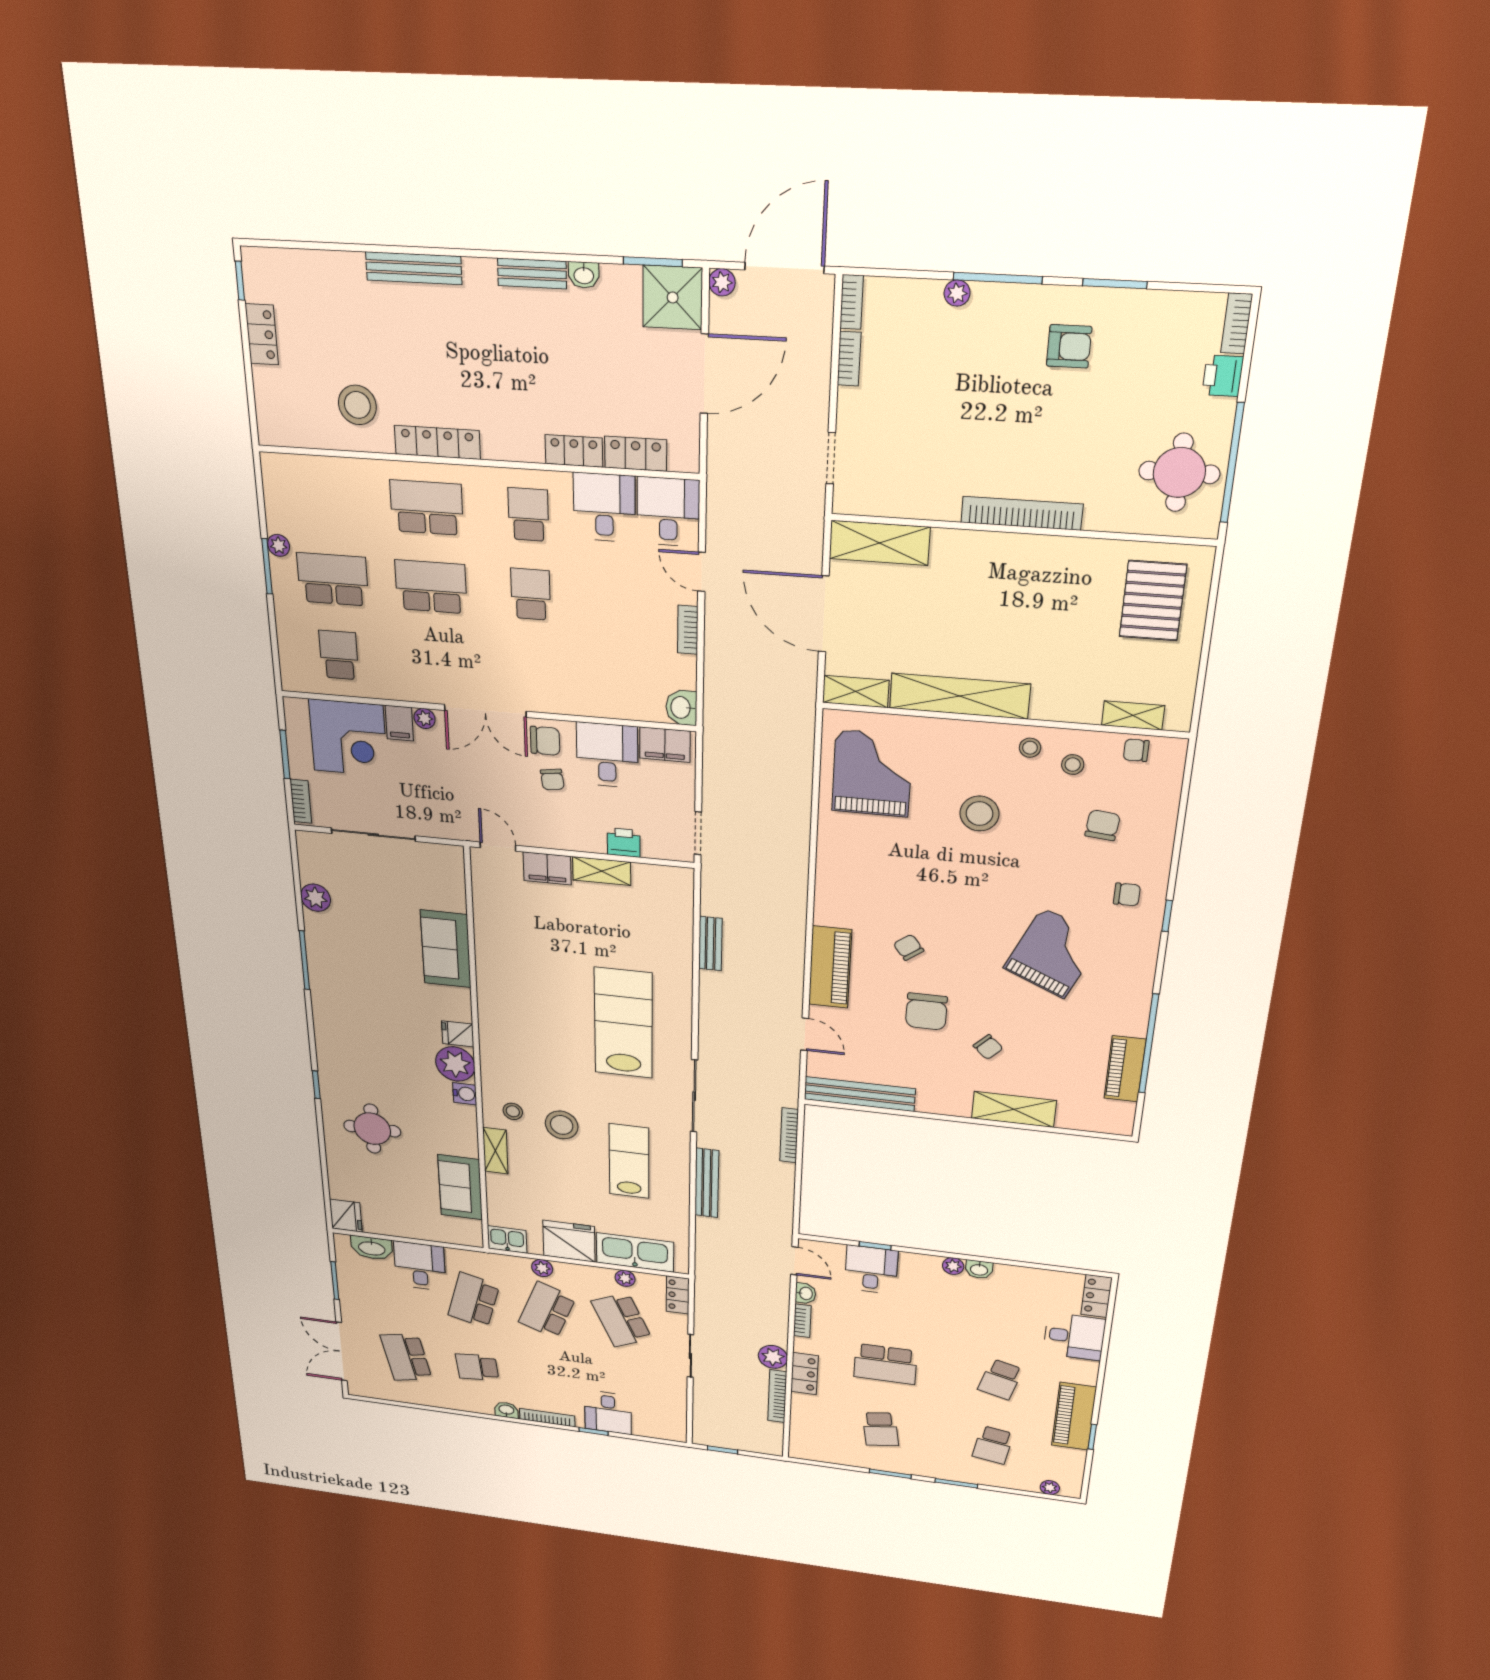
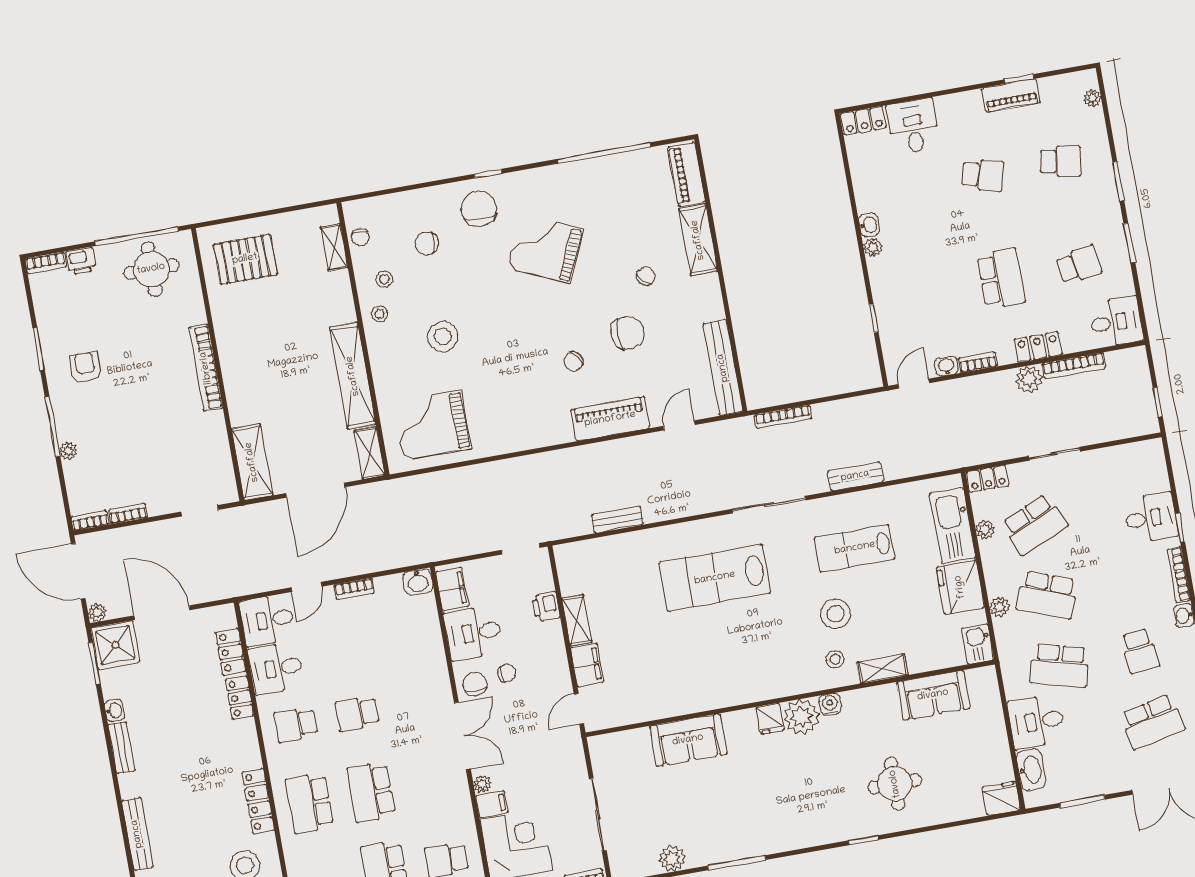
chair: (1127, 894) -> (479, 209), width x1.87, depth x1.87
piano: (1125, 1069) -> (687, 174), moved, turned 90
bench: (707, 1183) -> (855, 476), width x0.73
desk: (871, 1270) -> (1116, 322), moved, turned 180
piano: (1074, 1416) -> (1011, 95), width x0.73, depth x0.75

